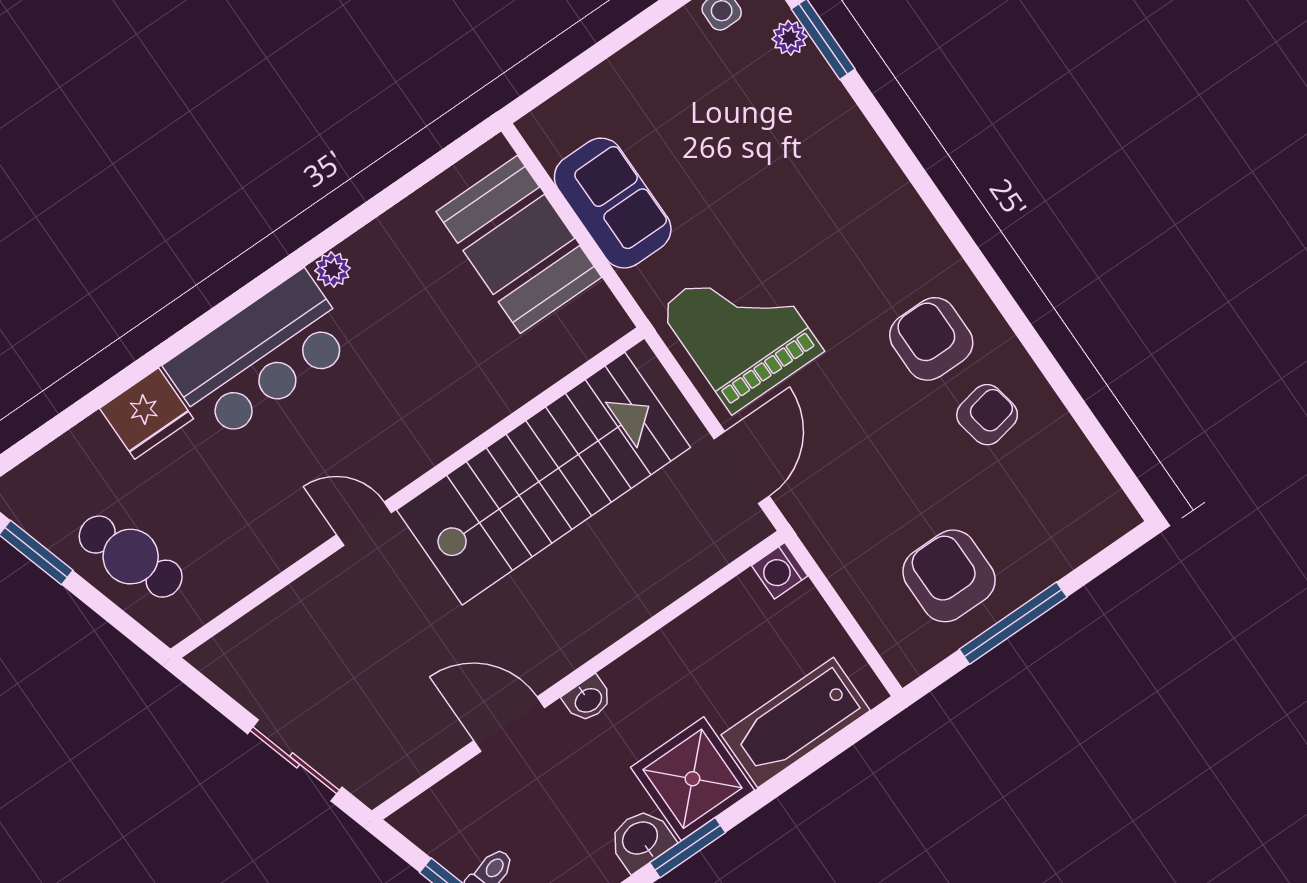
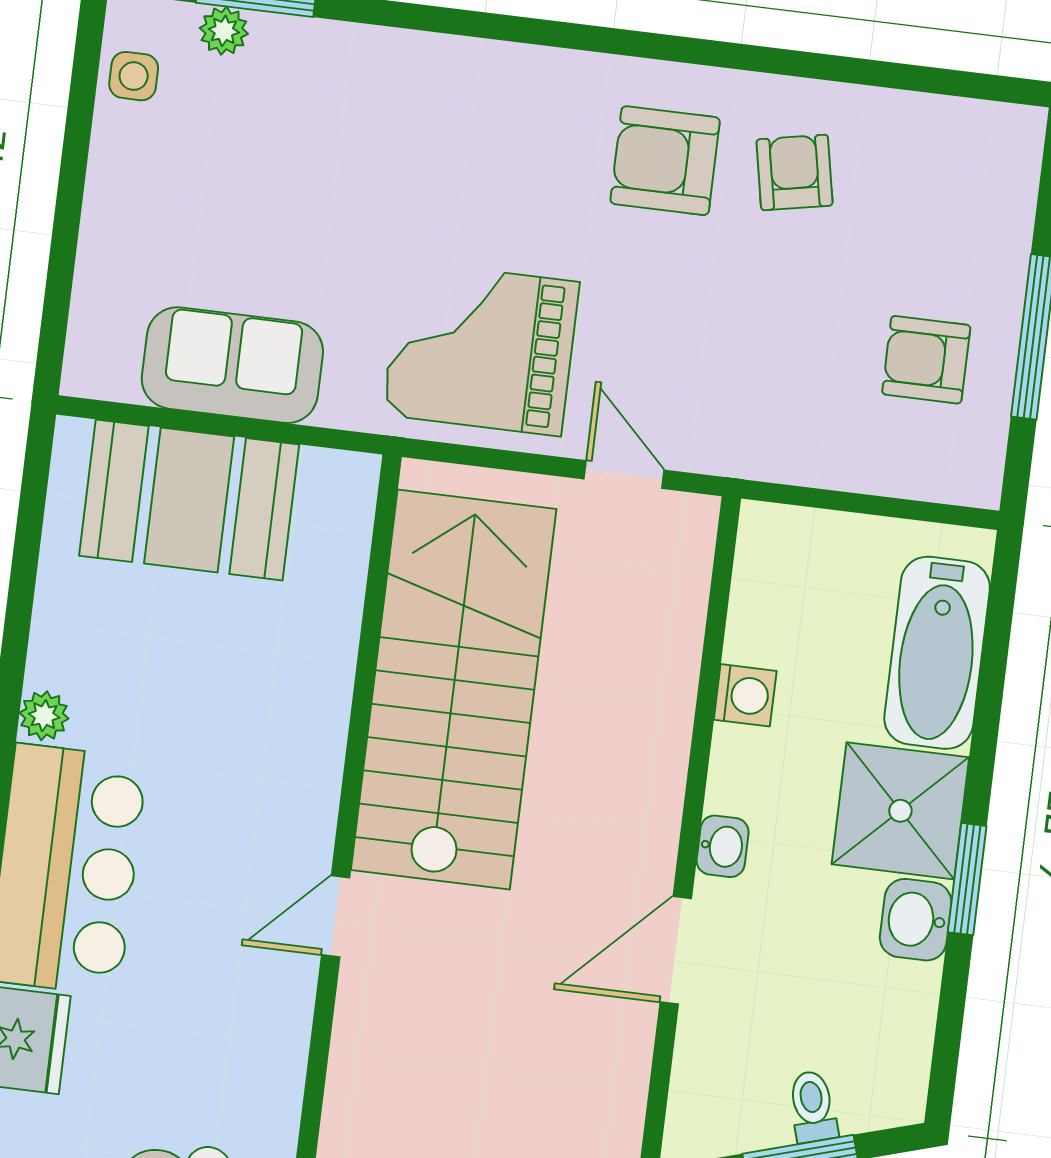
door: (742, 468) -> (624, 474), width x0.73
washing machine: (780, 571) -> (745, 695), moved, turned -90
armchair: (949, 576) -> (926, 360), width x0.72, depth x0.72

